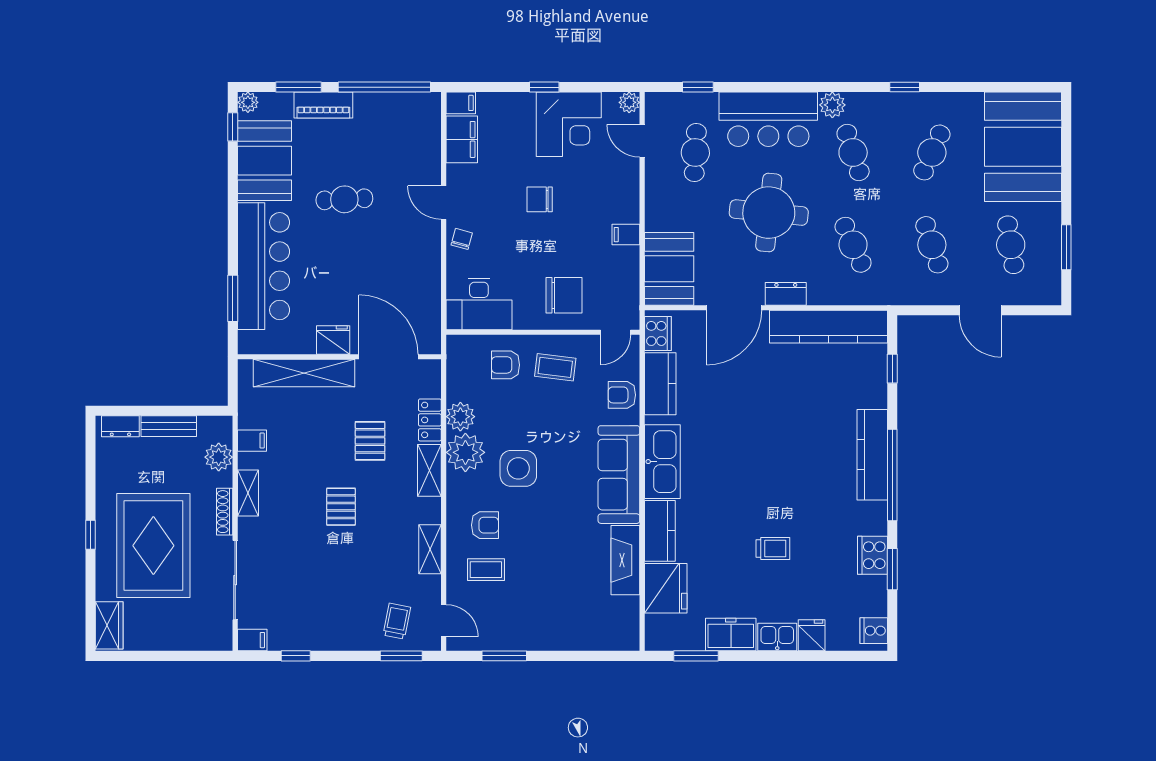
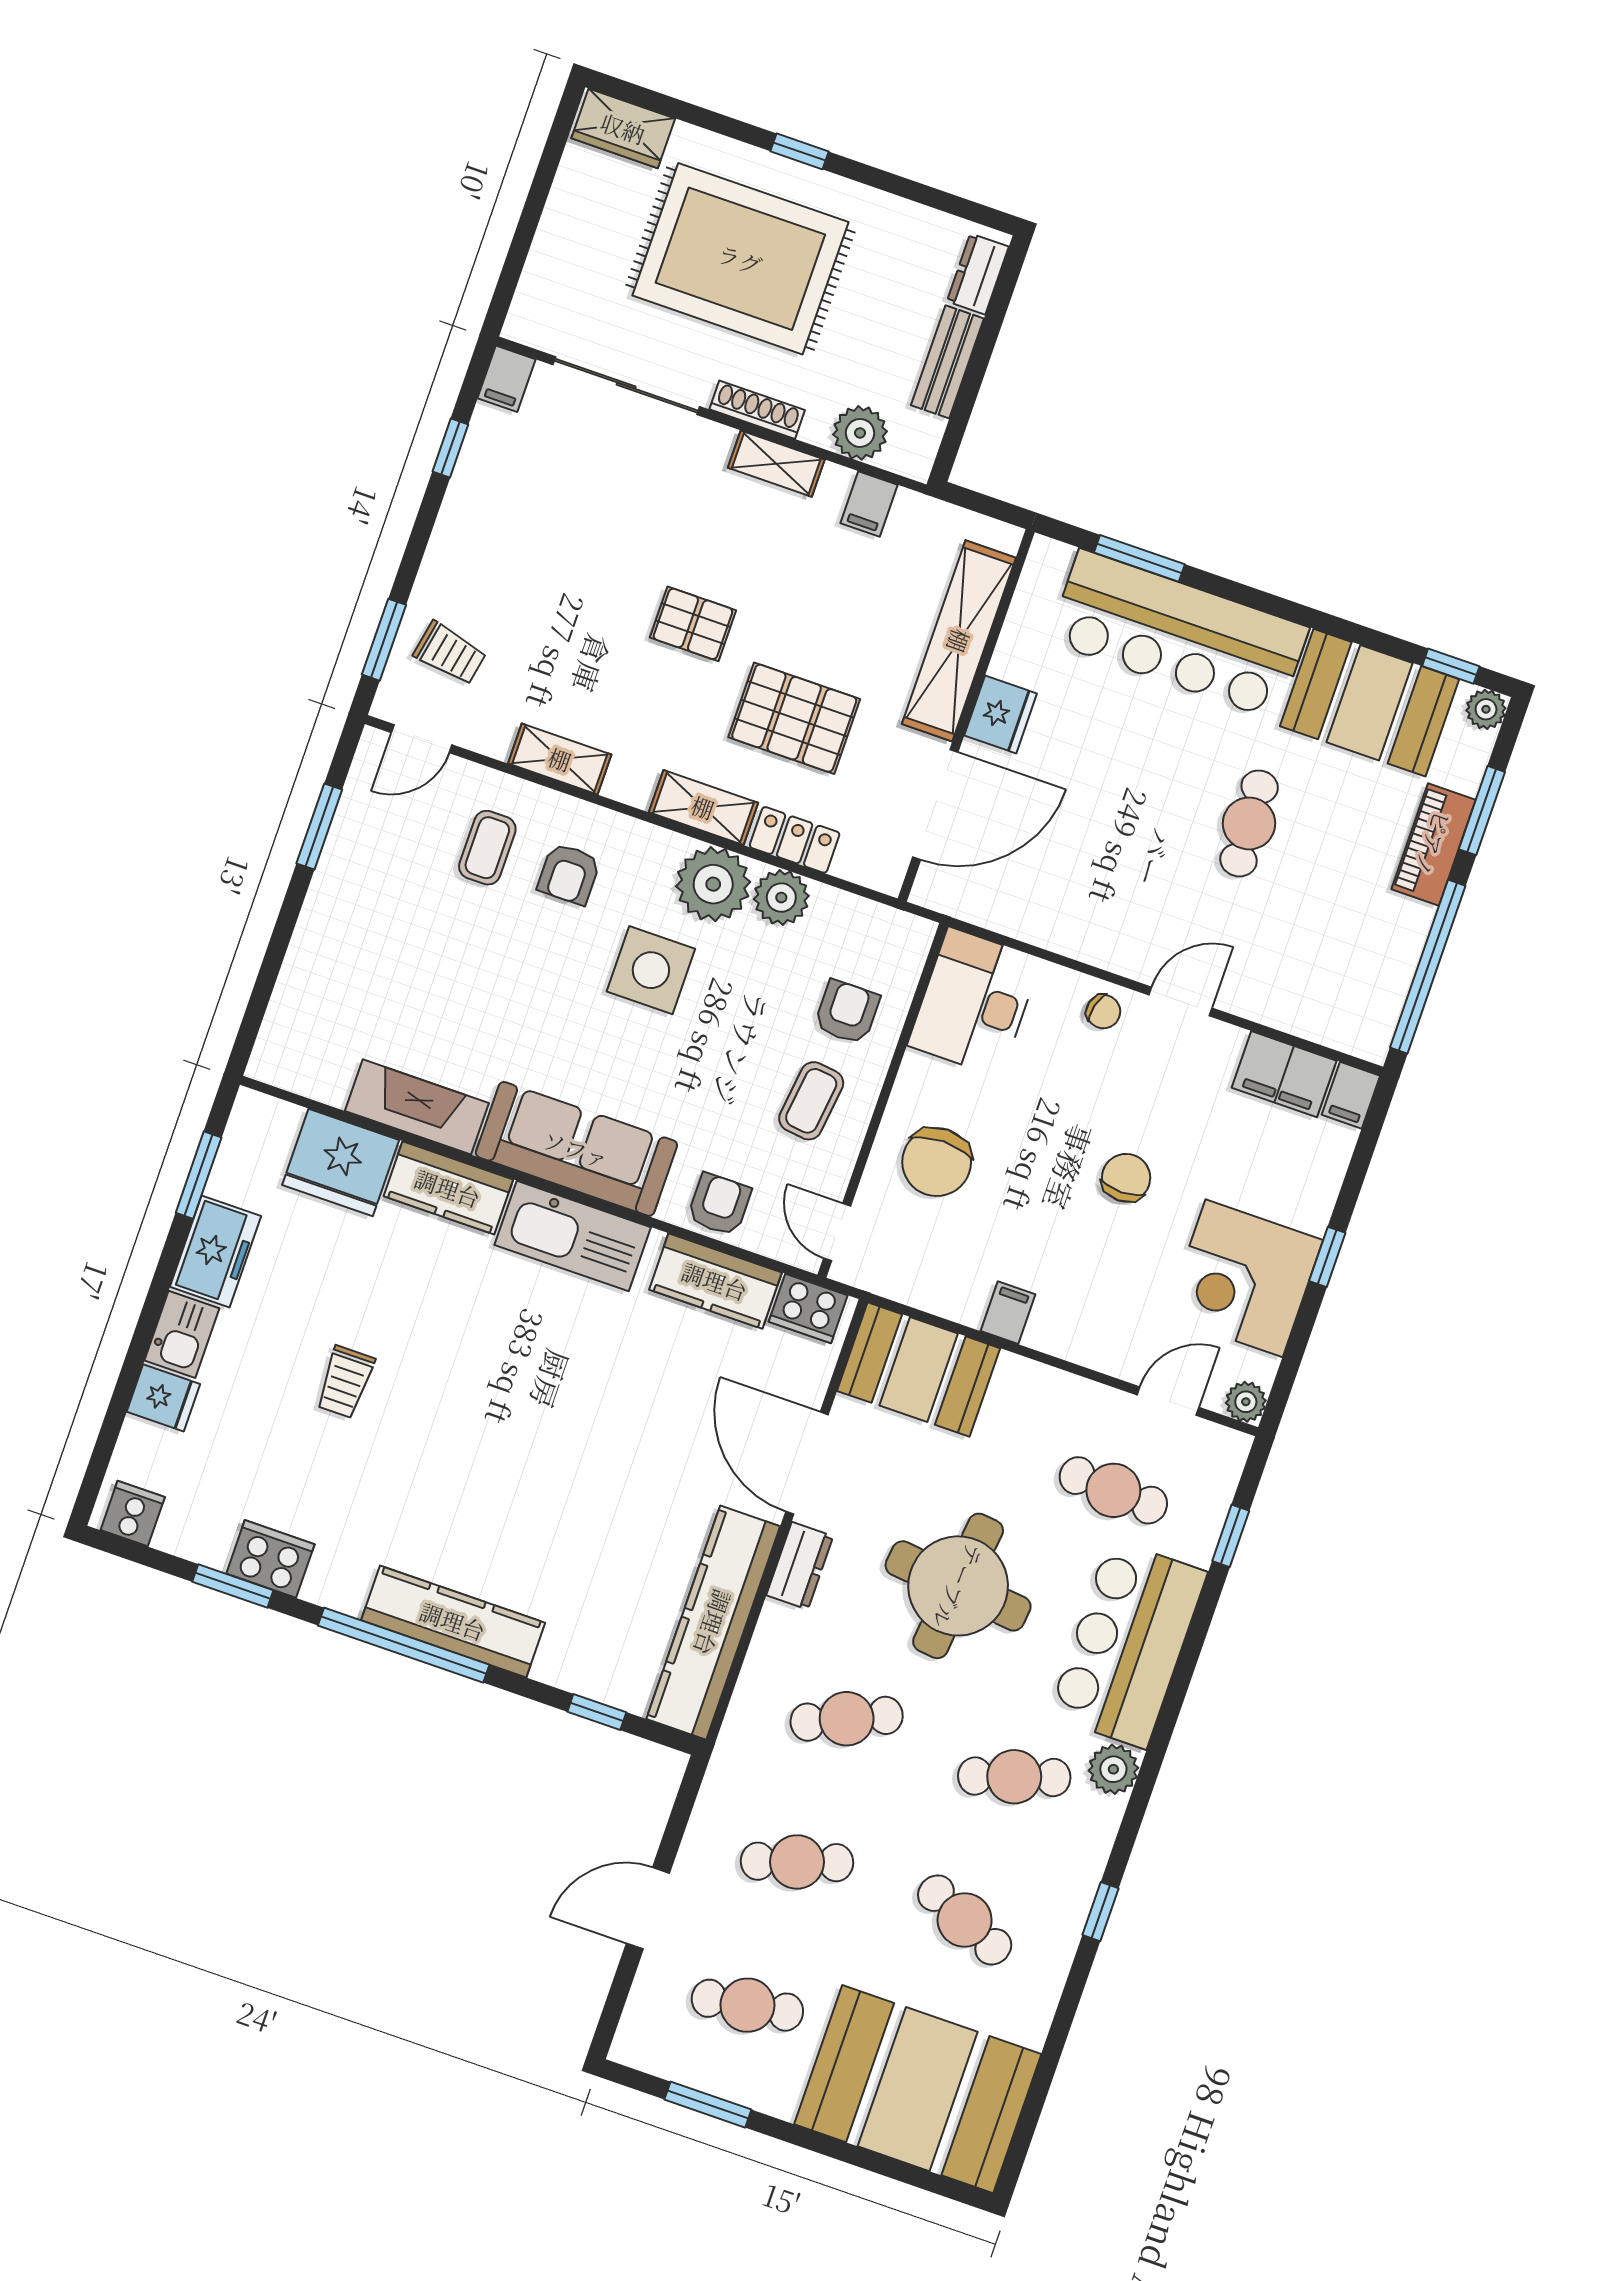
pallet: (370, 441) -> (794, 718), width x1.50, depth x1.42

